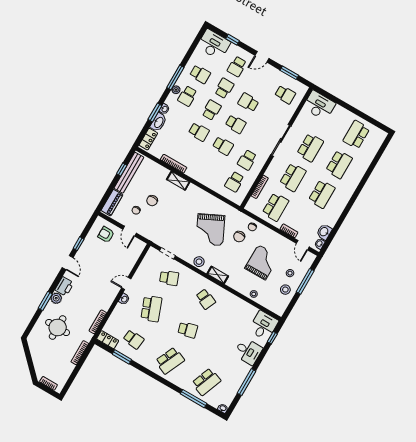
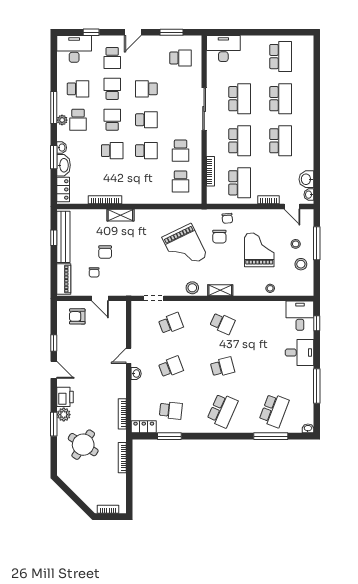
school desk: (356, 135) -> (281, 57), turned 180
school desk: (151, 309) -> (171, 367), width x0.54
round table: (58, 327) -> (83, 445), turned 33

